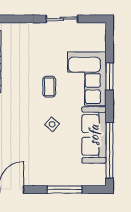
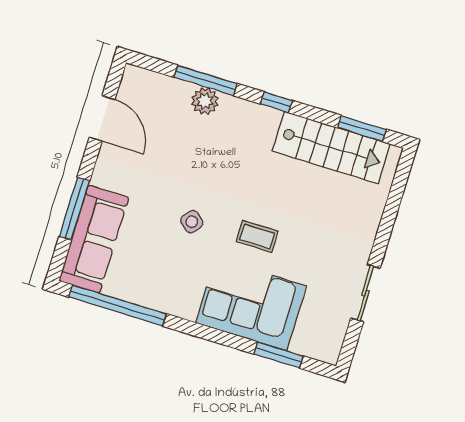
window: (109, 76) -> (279, 355), moved
sofa: (94, 135) -> (94, 239), moved, turned 90

